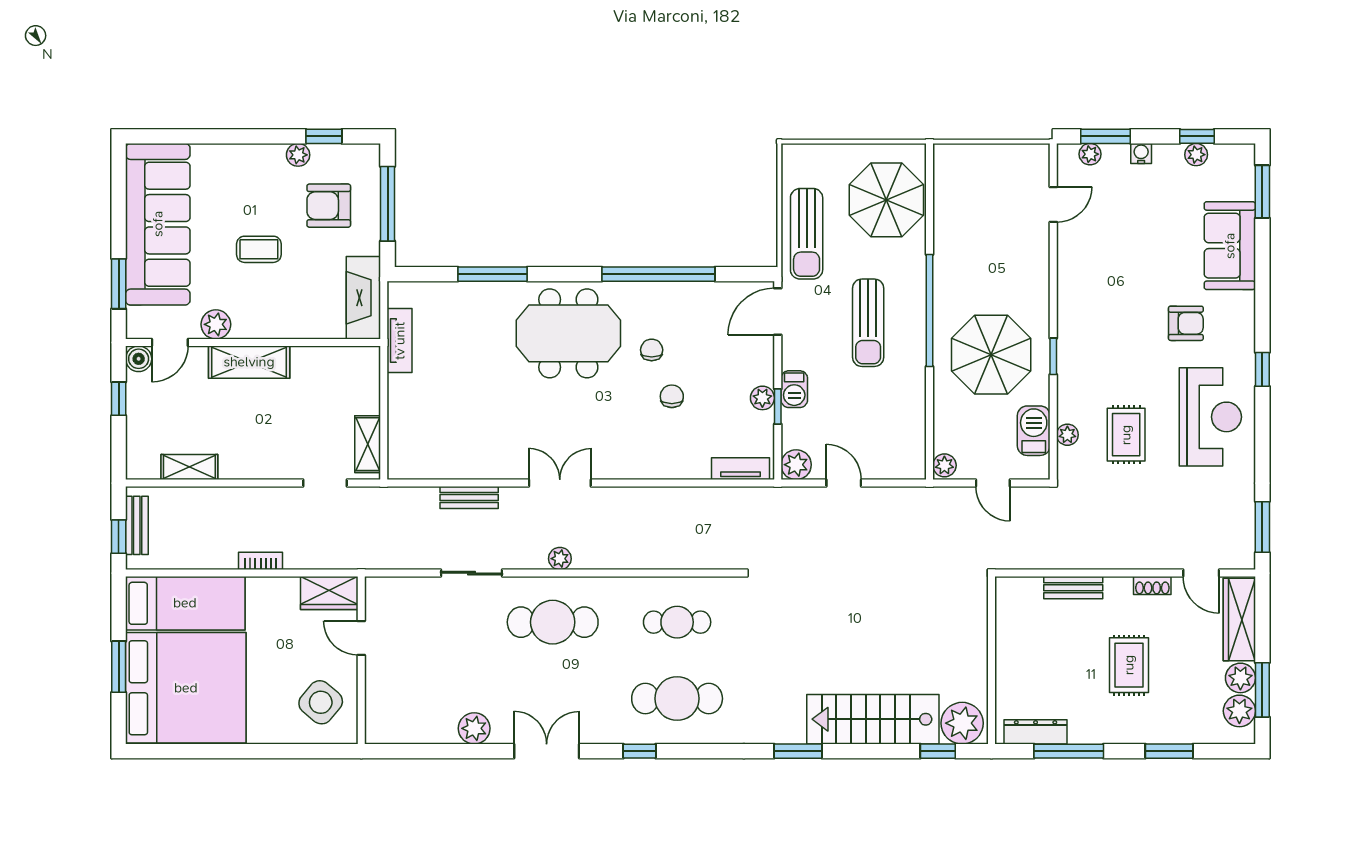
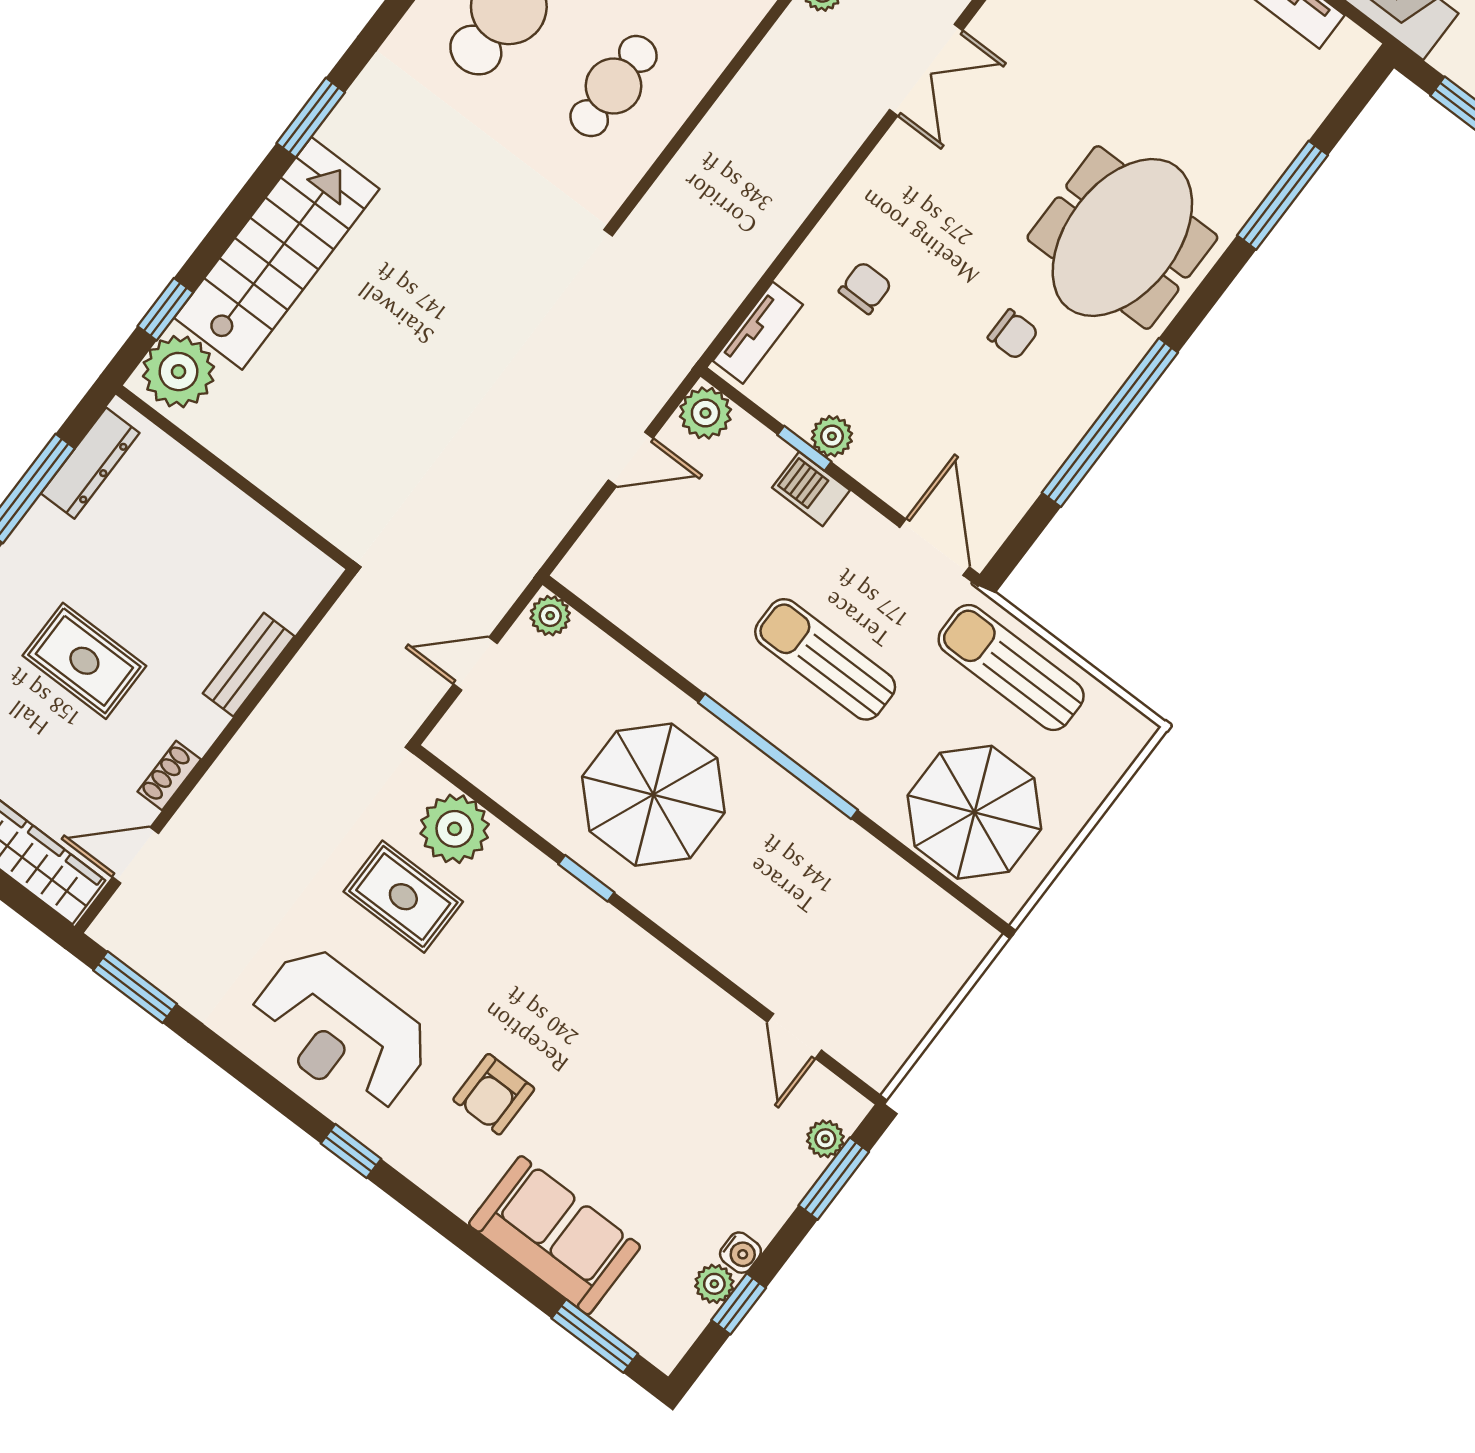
water cooler: (1141, 153) -> (740, 1253), moved
chair: (672, 396) -> (865, 288), moved, turned -90
barbecue: (1034, 431) -> (505, 774), removed
plant: (1067, 435) -> (455, 829), width x1.88, depth x1.88

